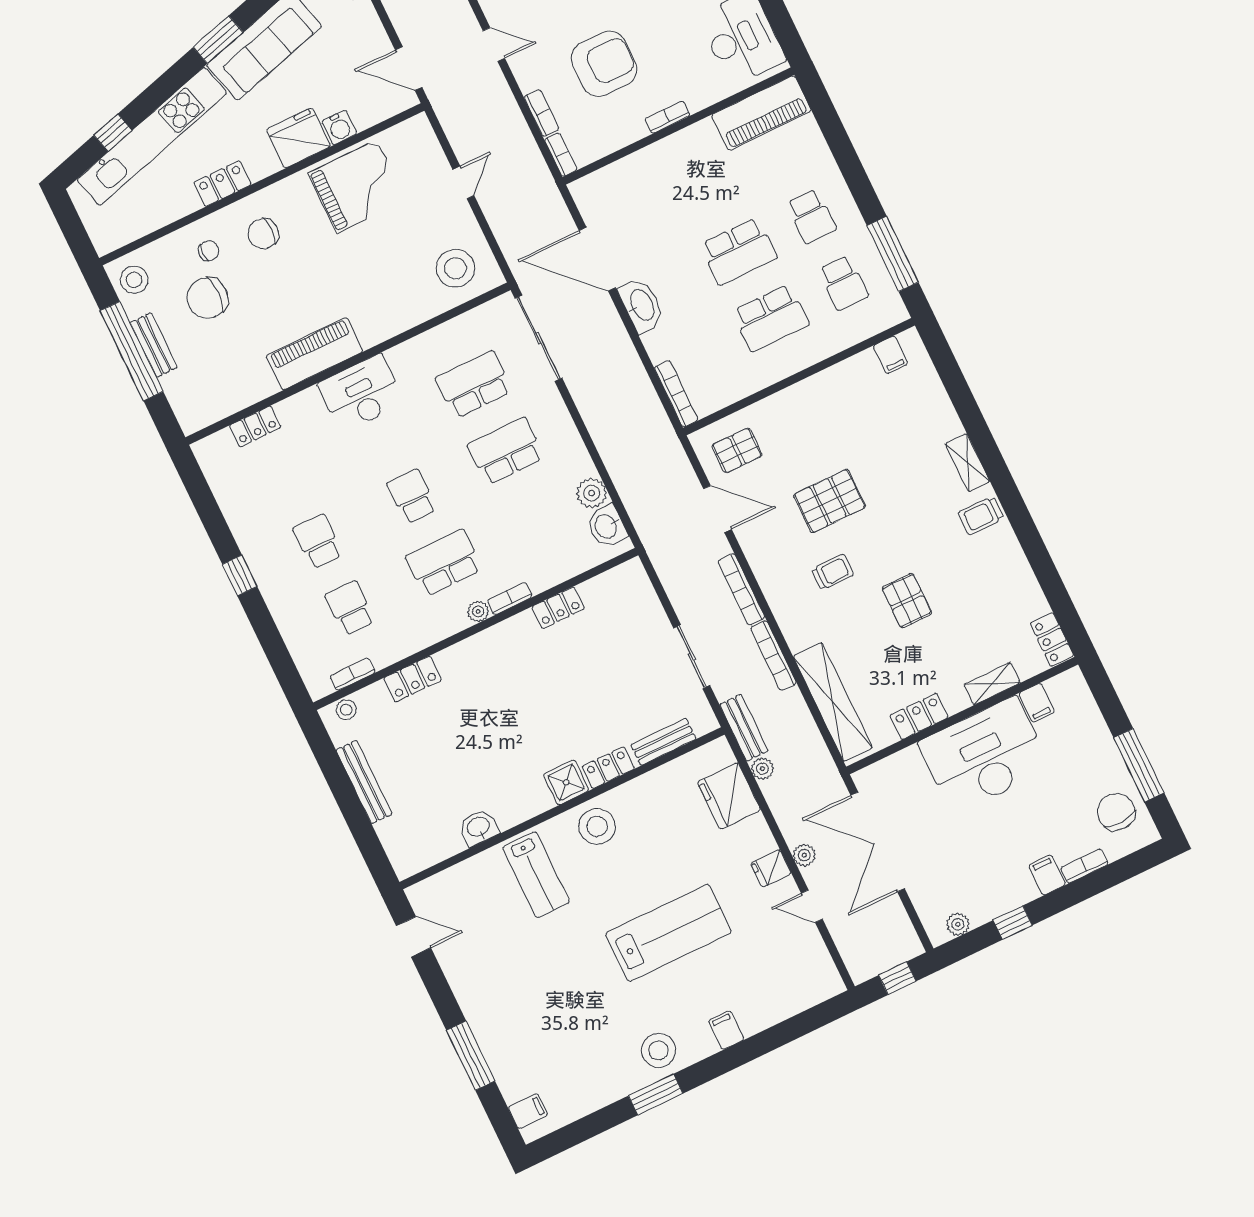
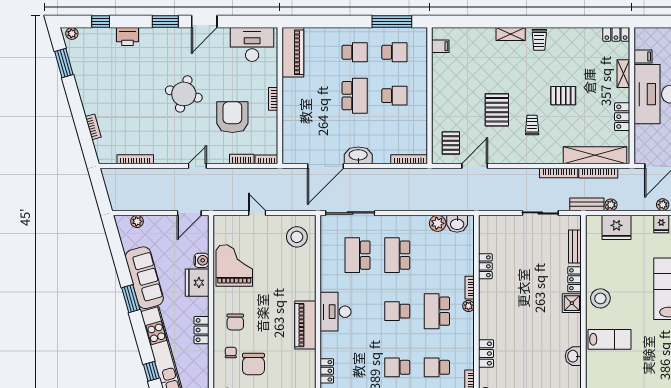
school desk: (771, 318) -> (394, 96), width x0.54
bookcase: (741, 589) -> (598, 173), moved

